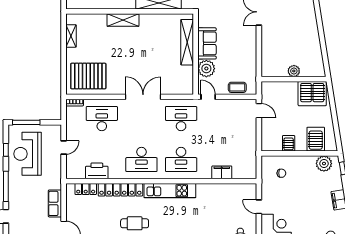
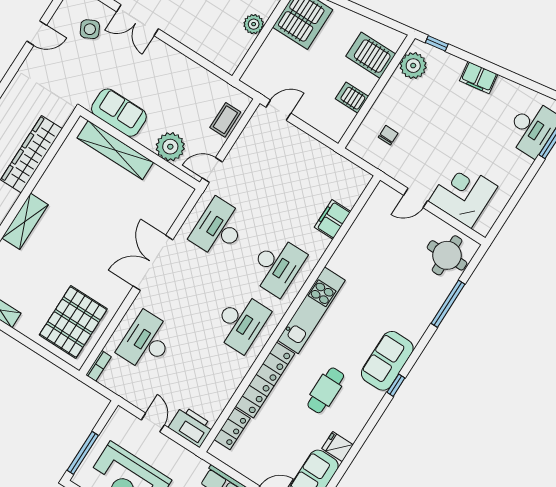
sofa: (207, 43) -> (119, 113), moved
printer: (97, 171) -> (191, 426), moved, turned 90

